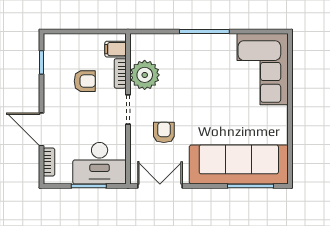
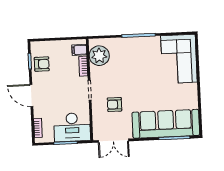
plant: (145, 75) -> (99, 56), moved
armchair: (85, 81) -> (42, 64), moved
door: (41, 129) -> (31, 95), moved
armchair: (164, 132) -> (114, 104), turned -90
double door: (160, 186) -> (113, 141), swing flipped

